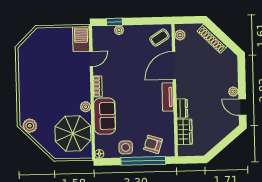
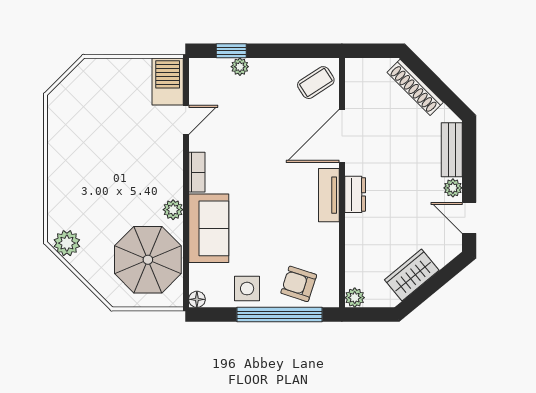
plant: (180, 35) -> (355, 298), moved
bench: (232, 71) -> (452, 150), added
dresser: (182, 108) -> (355, 194), moved
wardrobe: (185, 132) -> (412, 275), moved, turned -130

